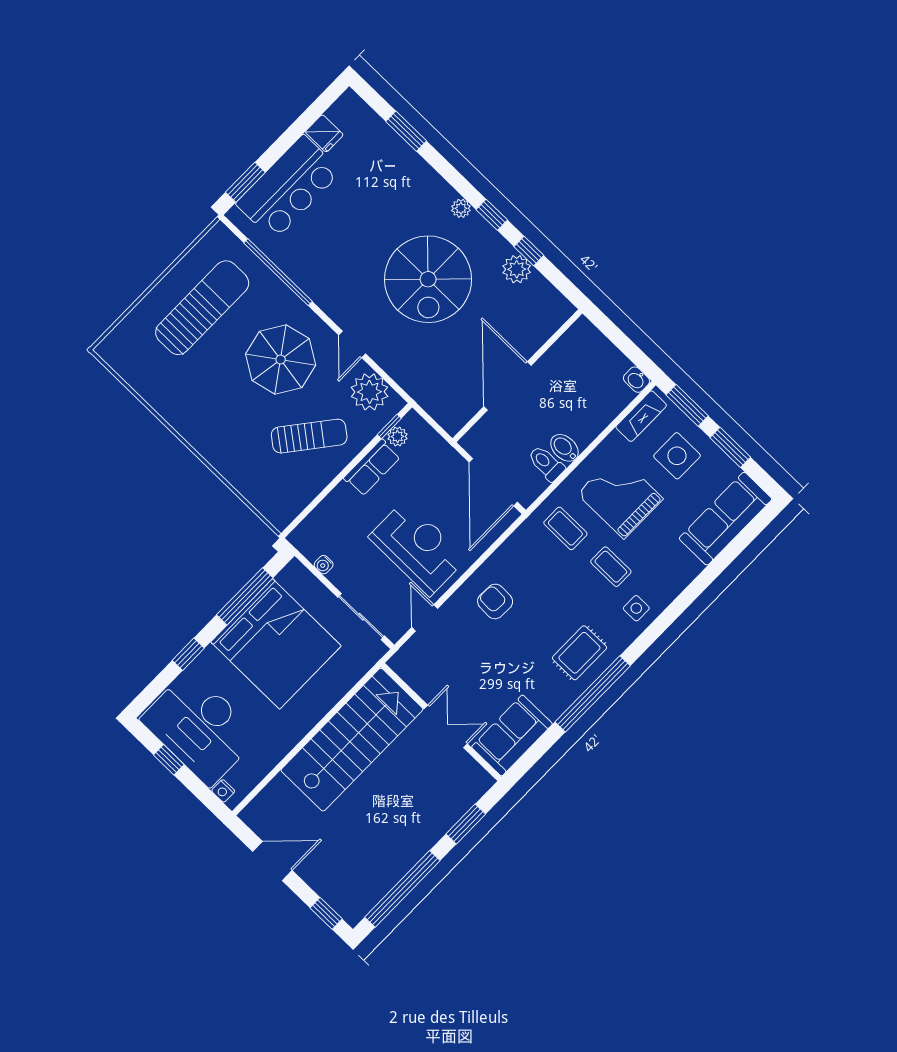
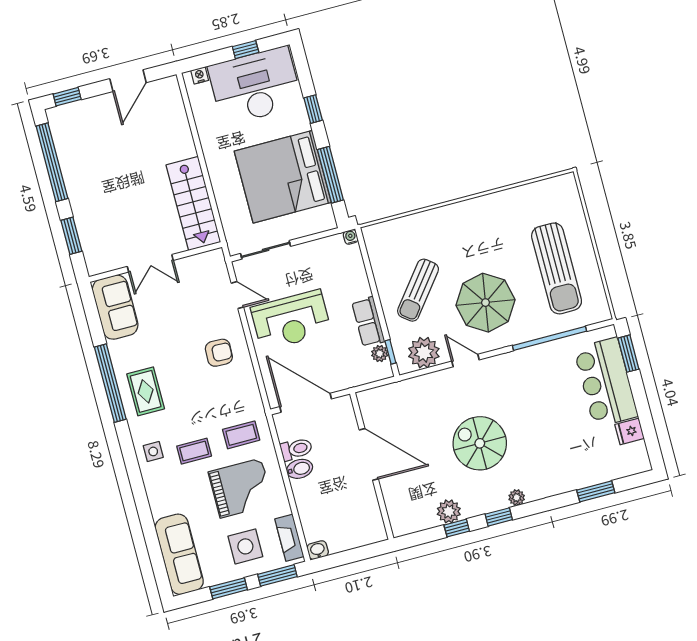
spiral stairs: (428, 279) -> (480, 443), width x0.73, depth x0.73
water cooler: (324, 565) -> (351, 237), moved
stairs: (352, 740) -> (193, 204), width x0.73, depth x0.66

